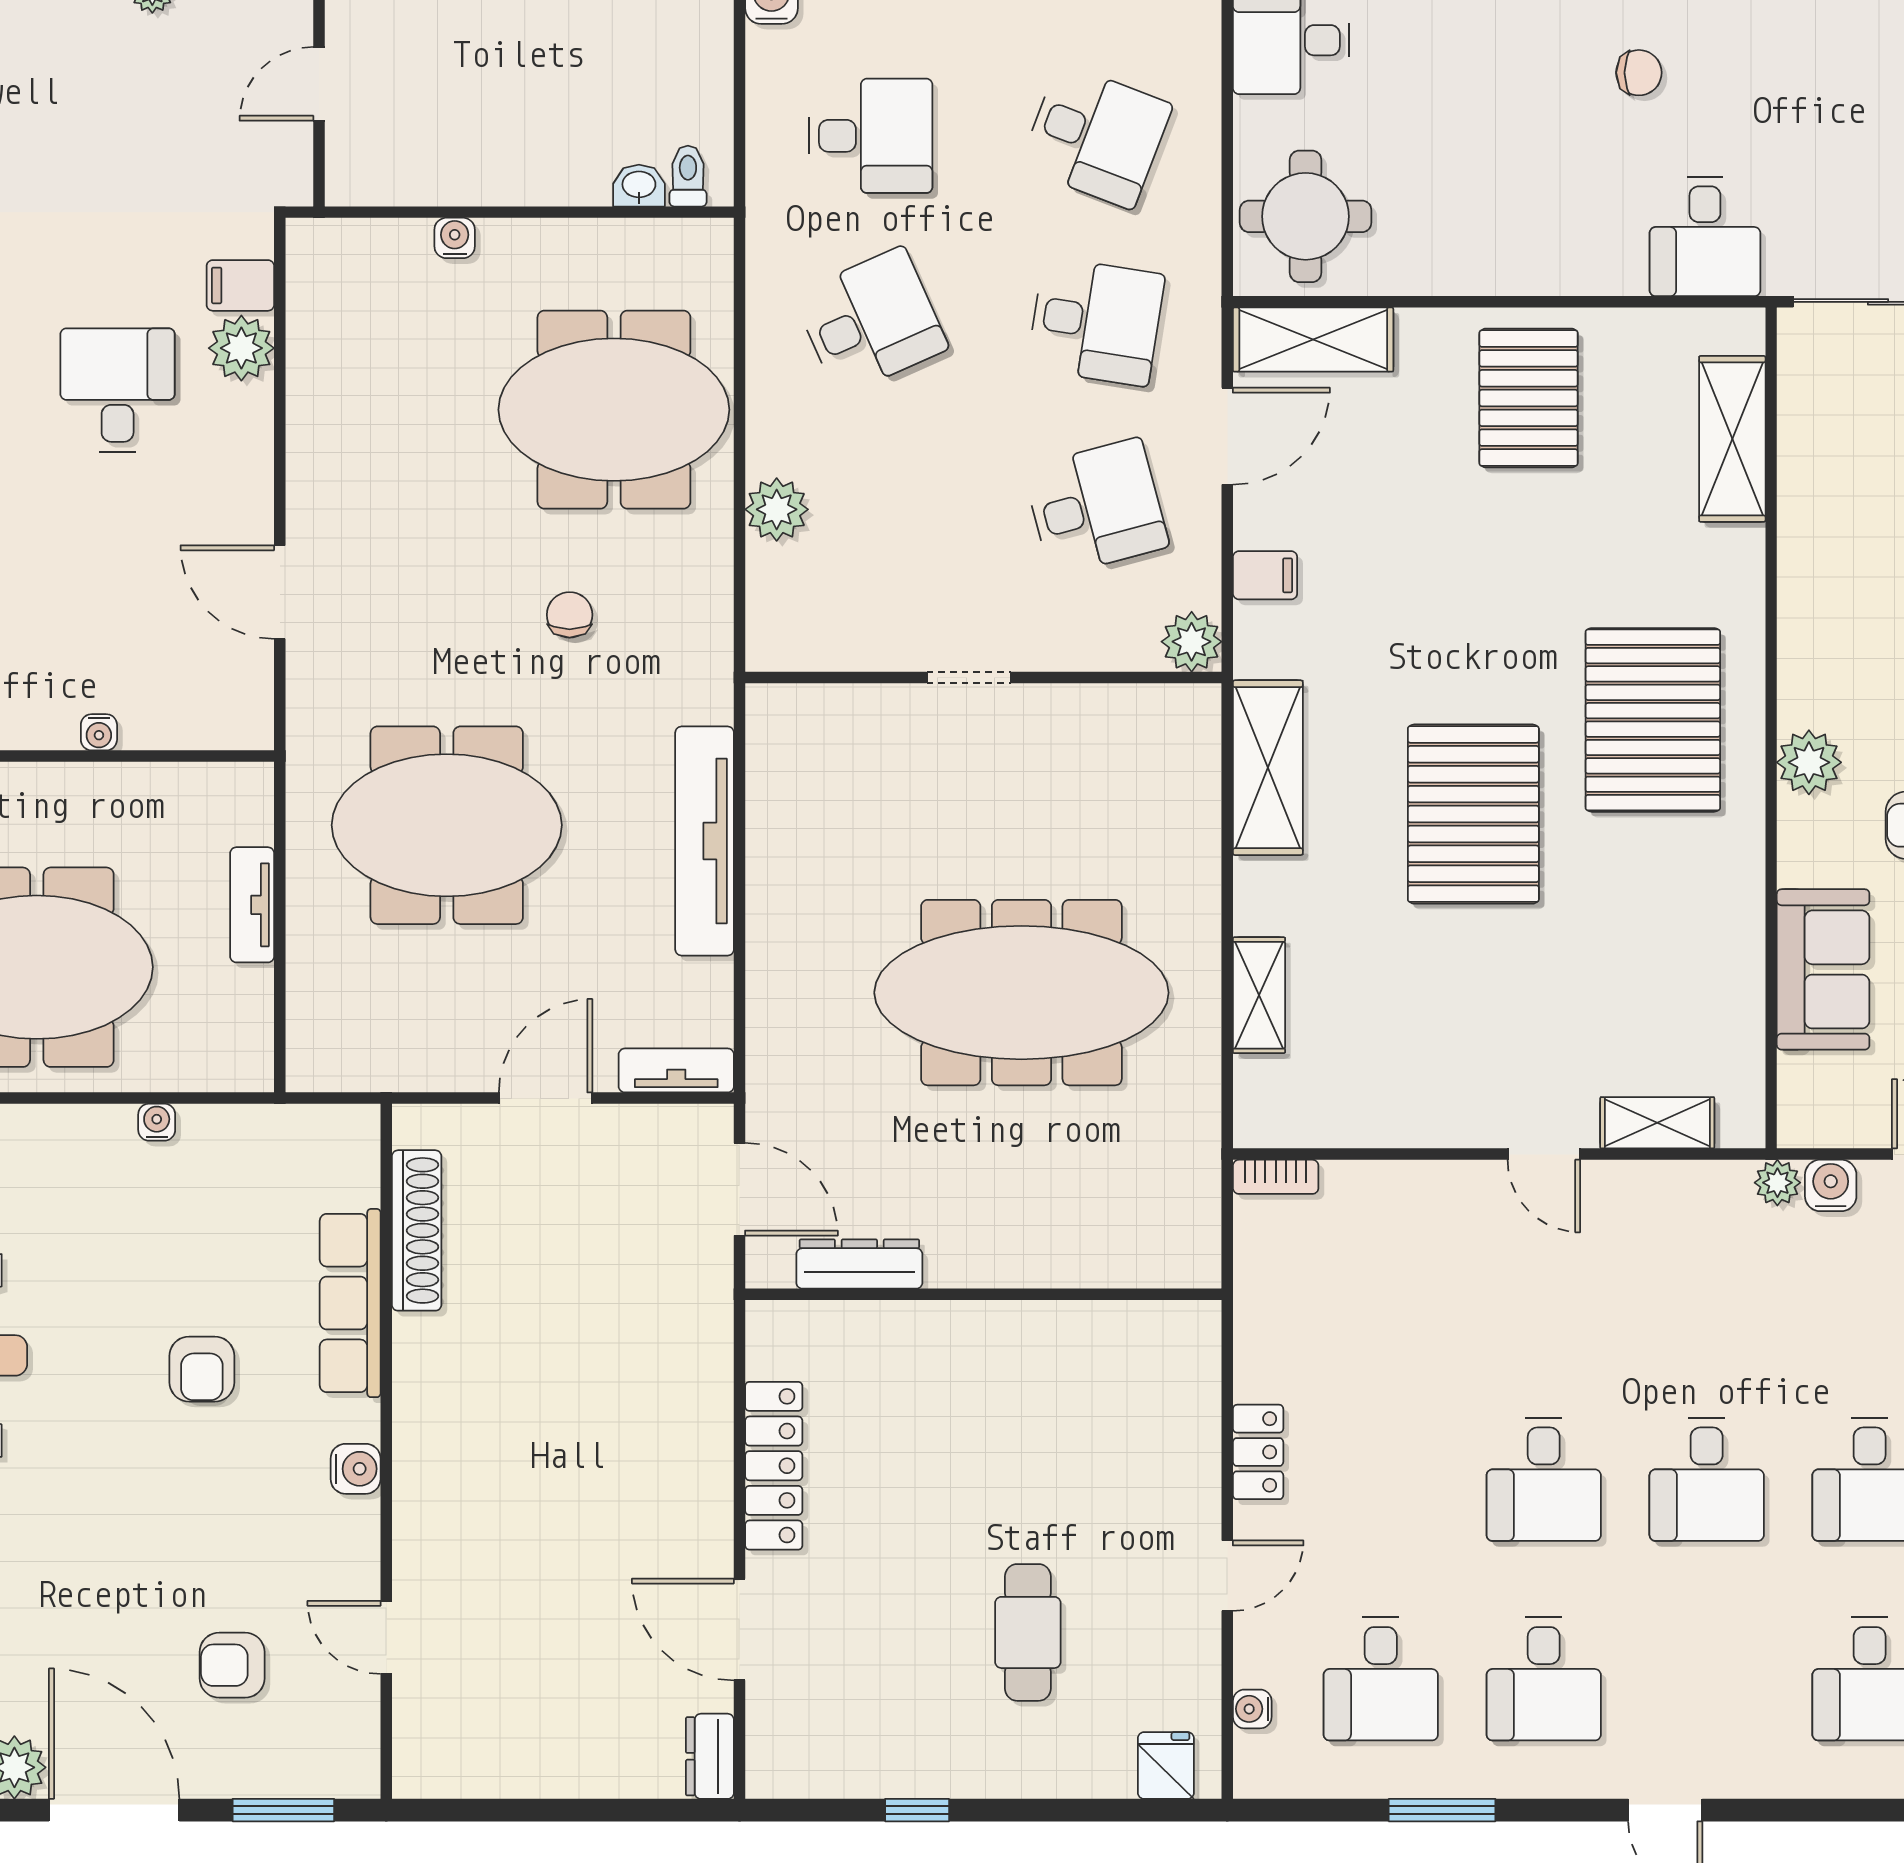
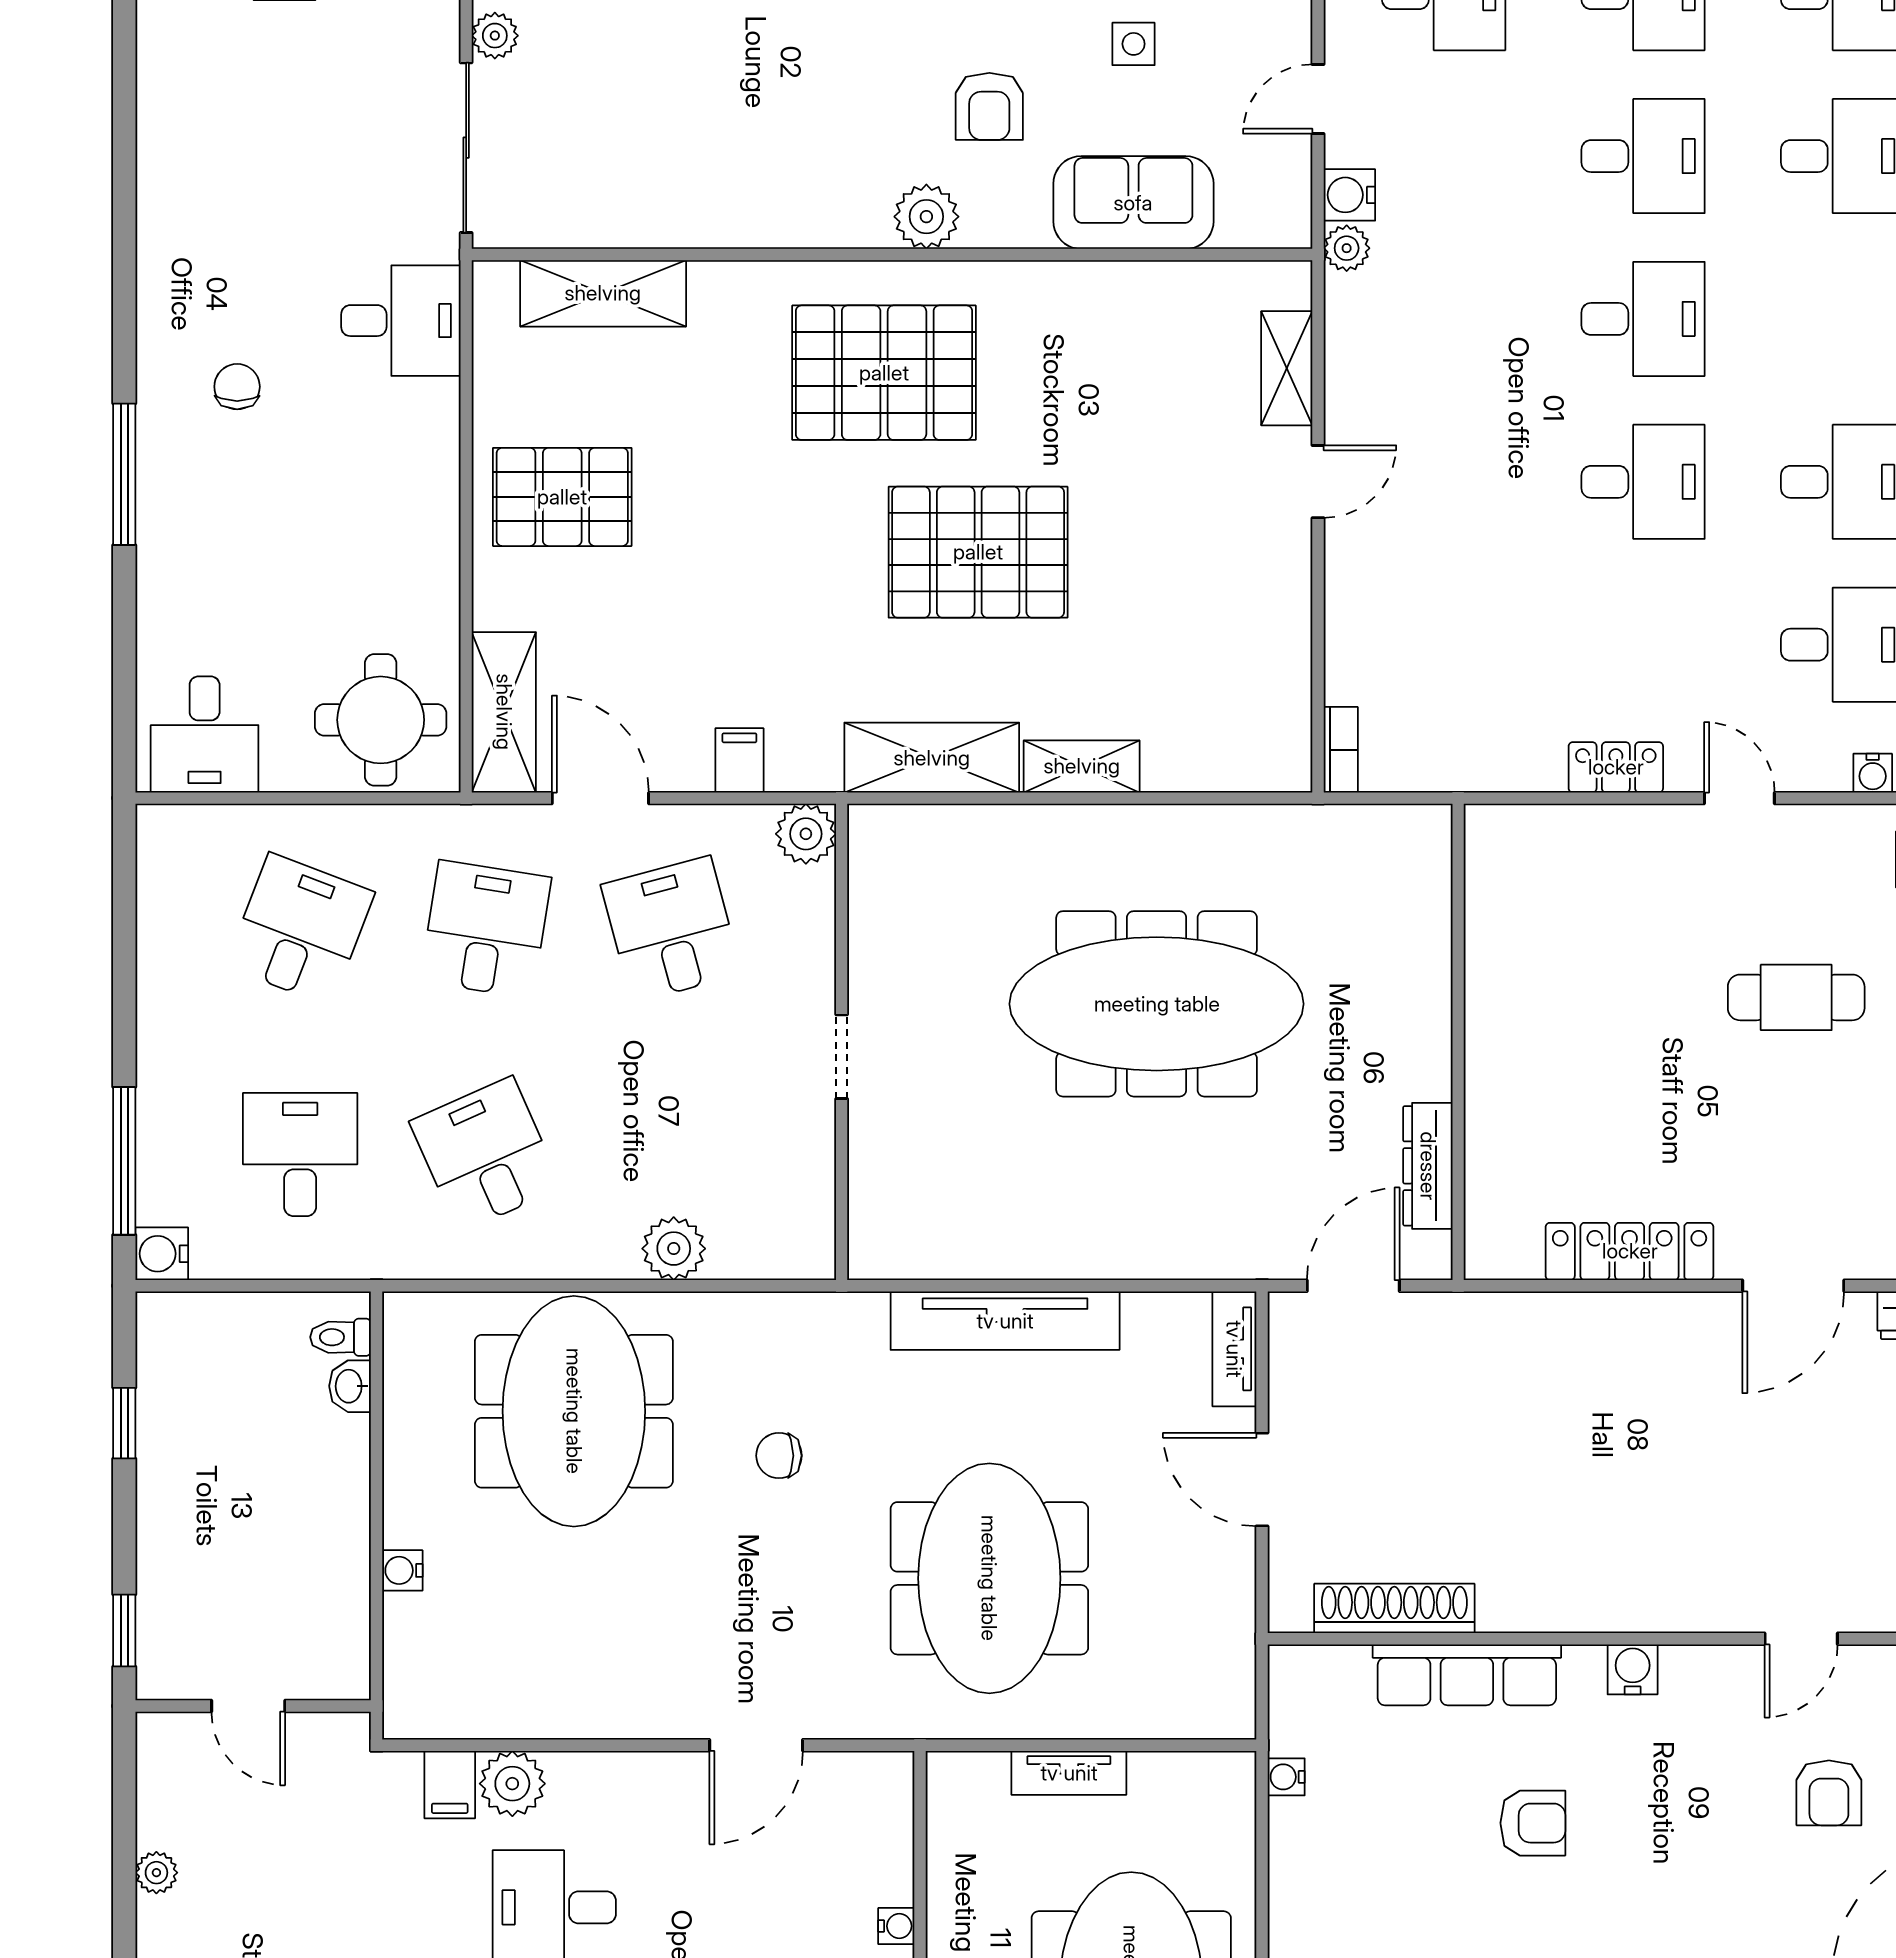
meeting table: (1021, 993) -> (1157, 1004), turned 90
shelving: (1259, 995) -> (1082, 766), moved
water cooler: (157, 1122) -> (1286, 1777), moved

